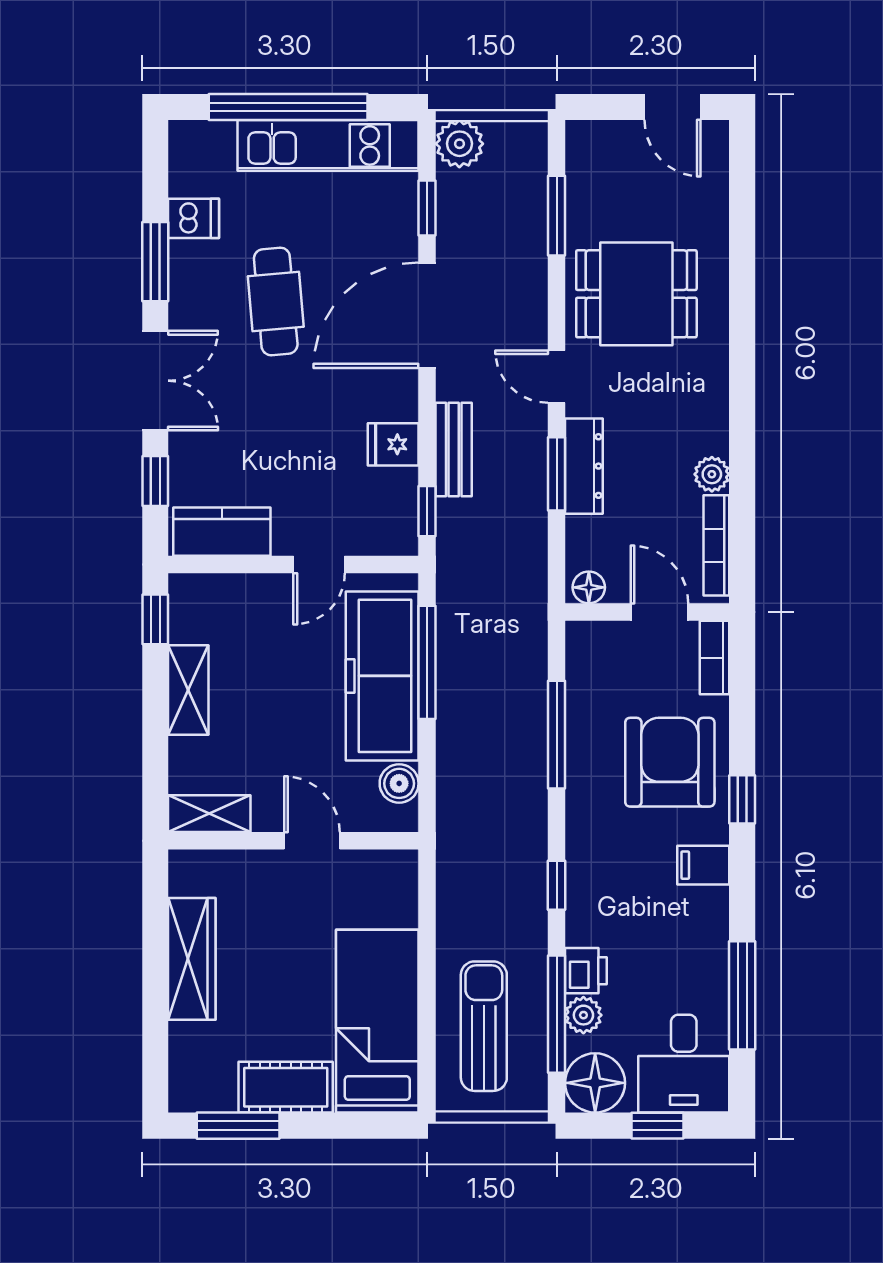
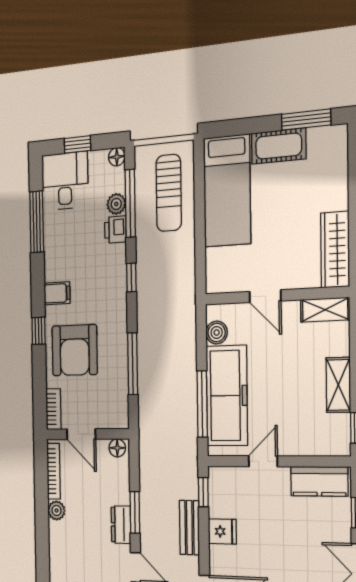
dresser: (584, 466) -> (121, 525), width x0.70
wardrobe: (192, 959) -> (335, 250), moved
floor lamp: (595, 1083) -> (117, 157), width x0.53, depth x0.53

